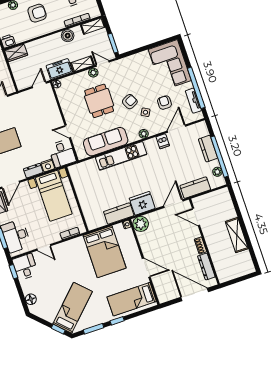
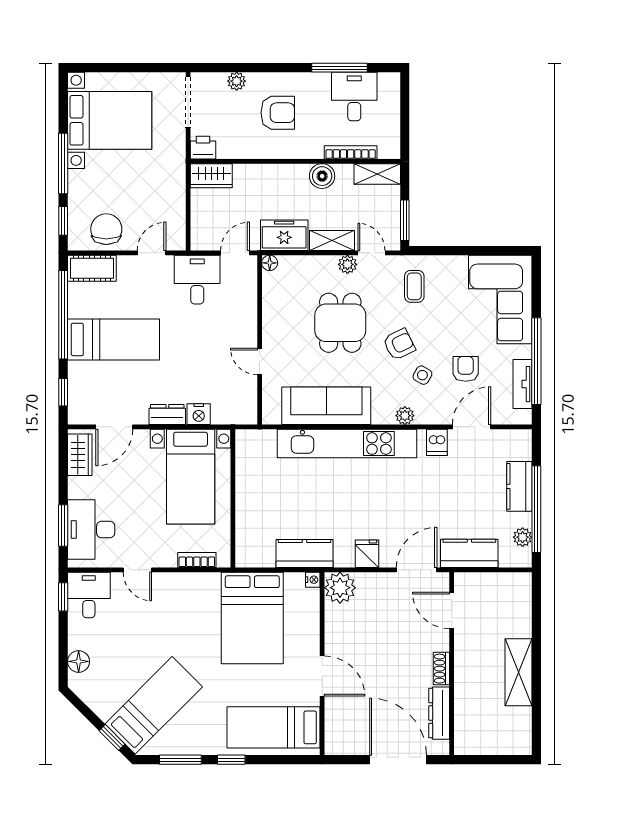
coffee table: (128, 72) -> (414, 286), added
desk: (62, 153) -> (197, 280), moved, turned 180
kitchen unit: (121, 156) -> (347, 444), width x1.36
fridge: (142, 203) -> (367, 554), width x0.53, depth x0.75

